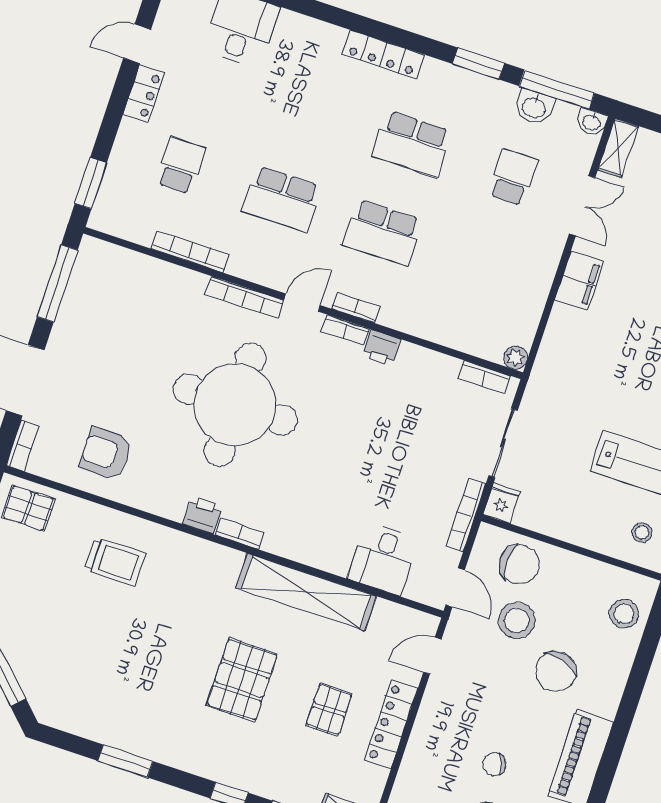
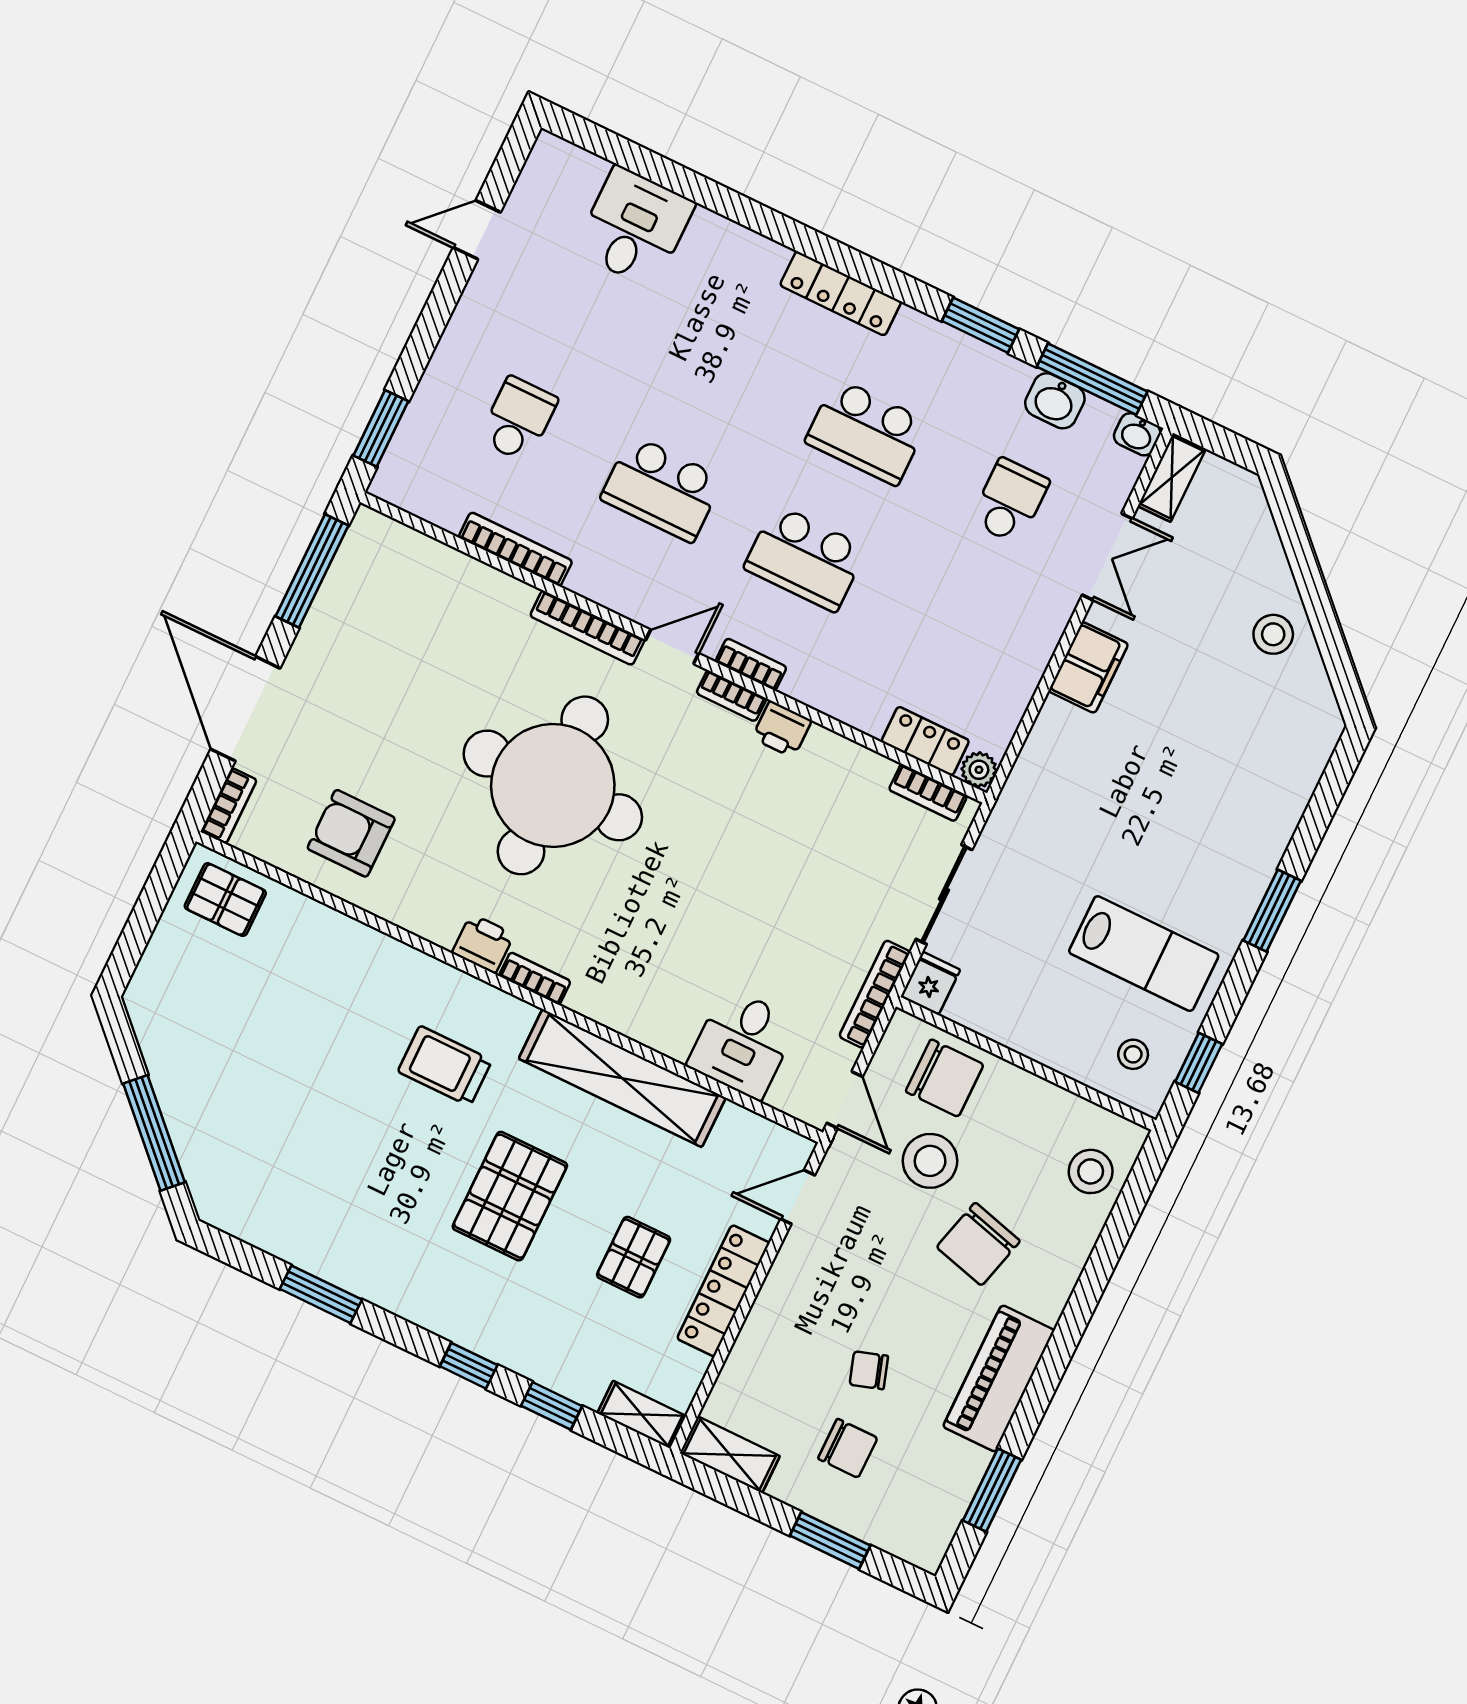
locker: (144, 94) -> (925, 741), moved, turned -90
trolley: (114, 562) -> (445, 1066), moved, turned 180

